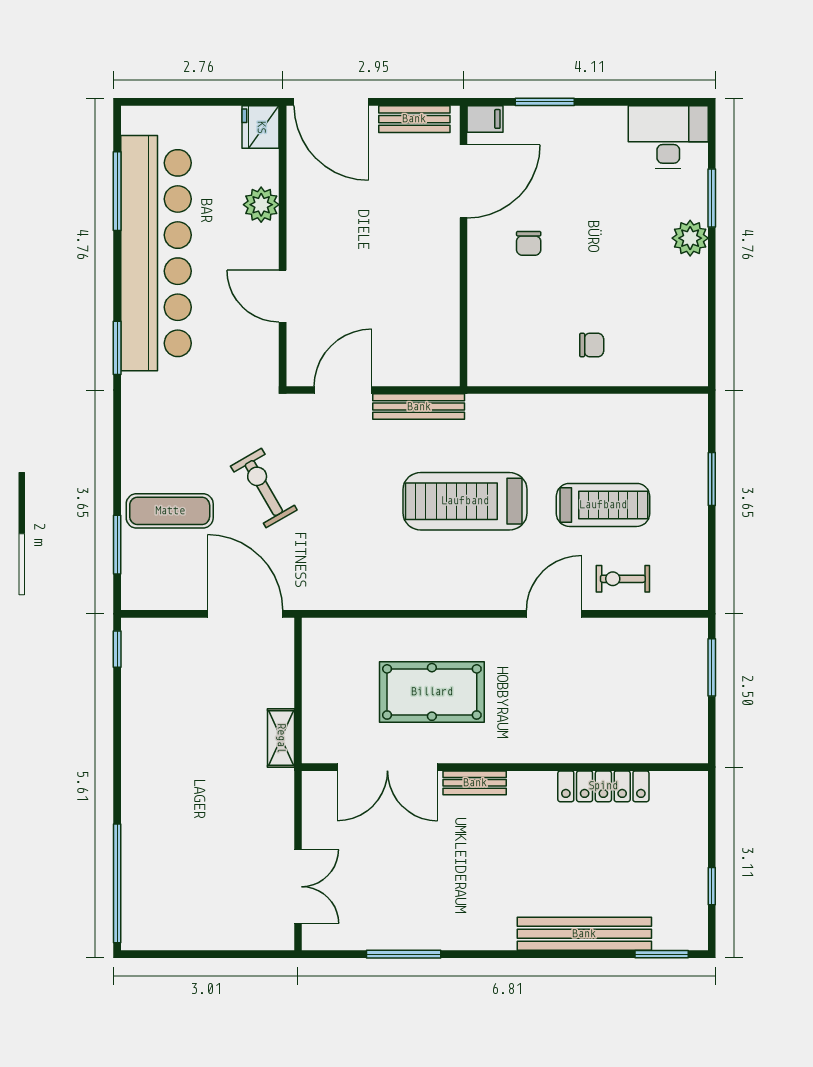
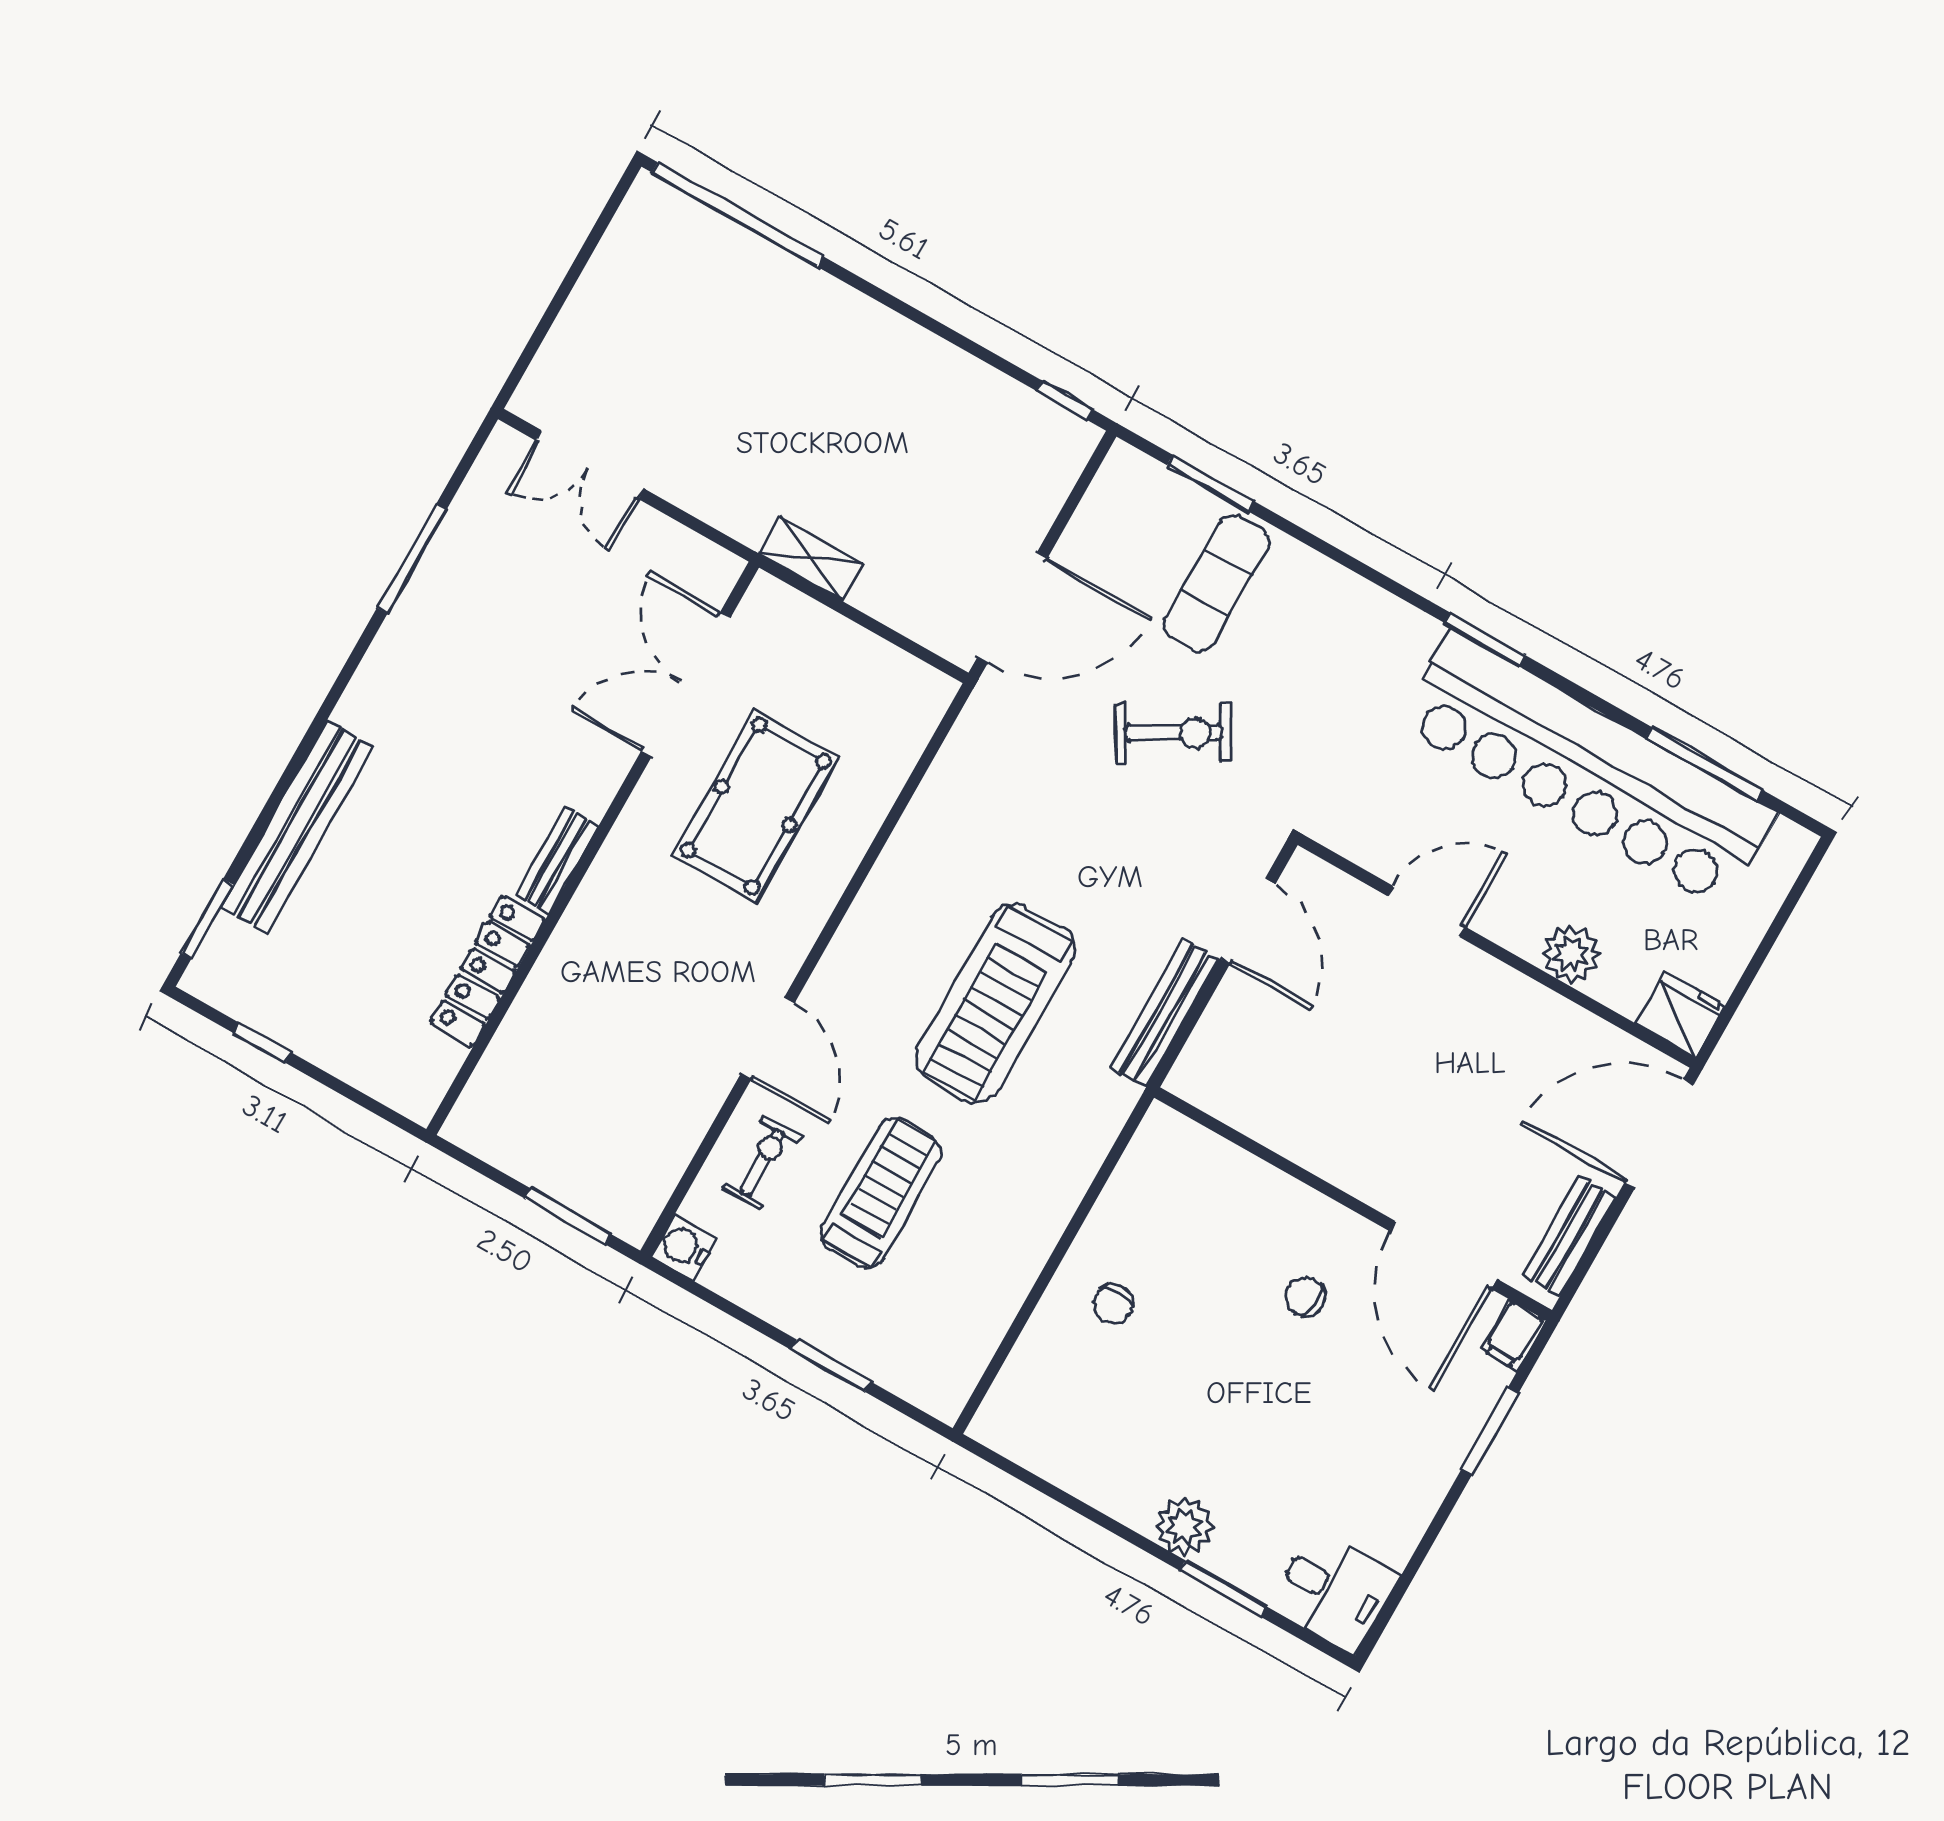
desk: (668, 137) -> (1334, 1591), width x0.73
treadmill: (465, 501) -> (995, 1003), turned 180
treadmill: (603, 505) -> (881, 1193), turned 180
water cooler: (693, 595) -> (684, 1247), added
bench: (475, 783) -> (557, 860), moved

